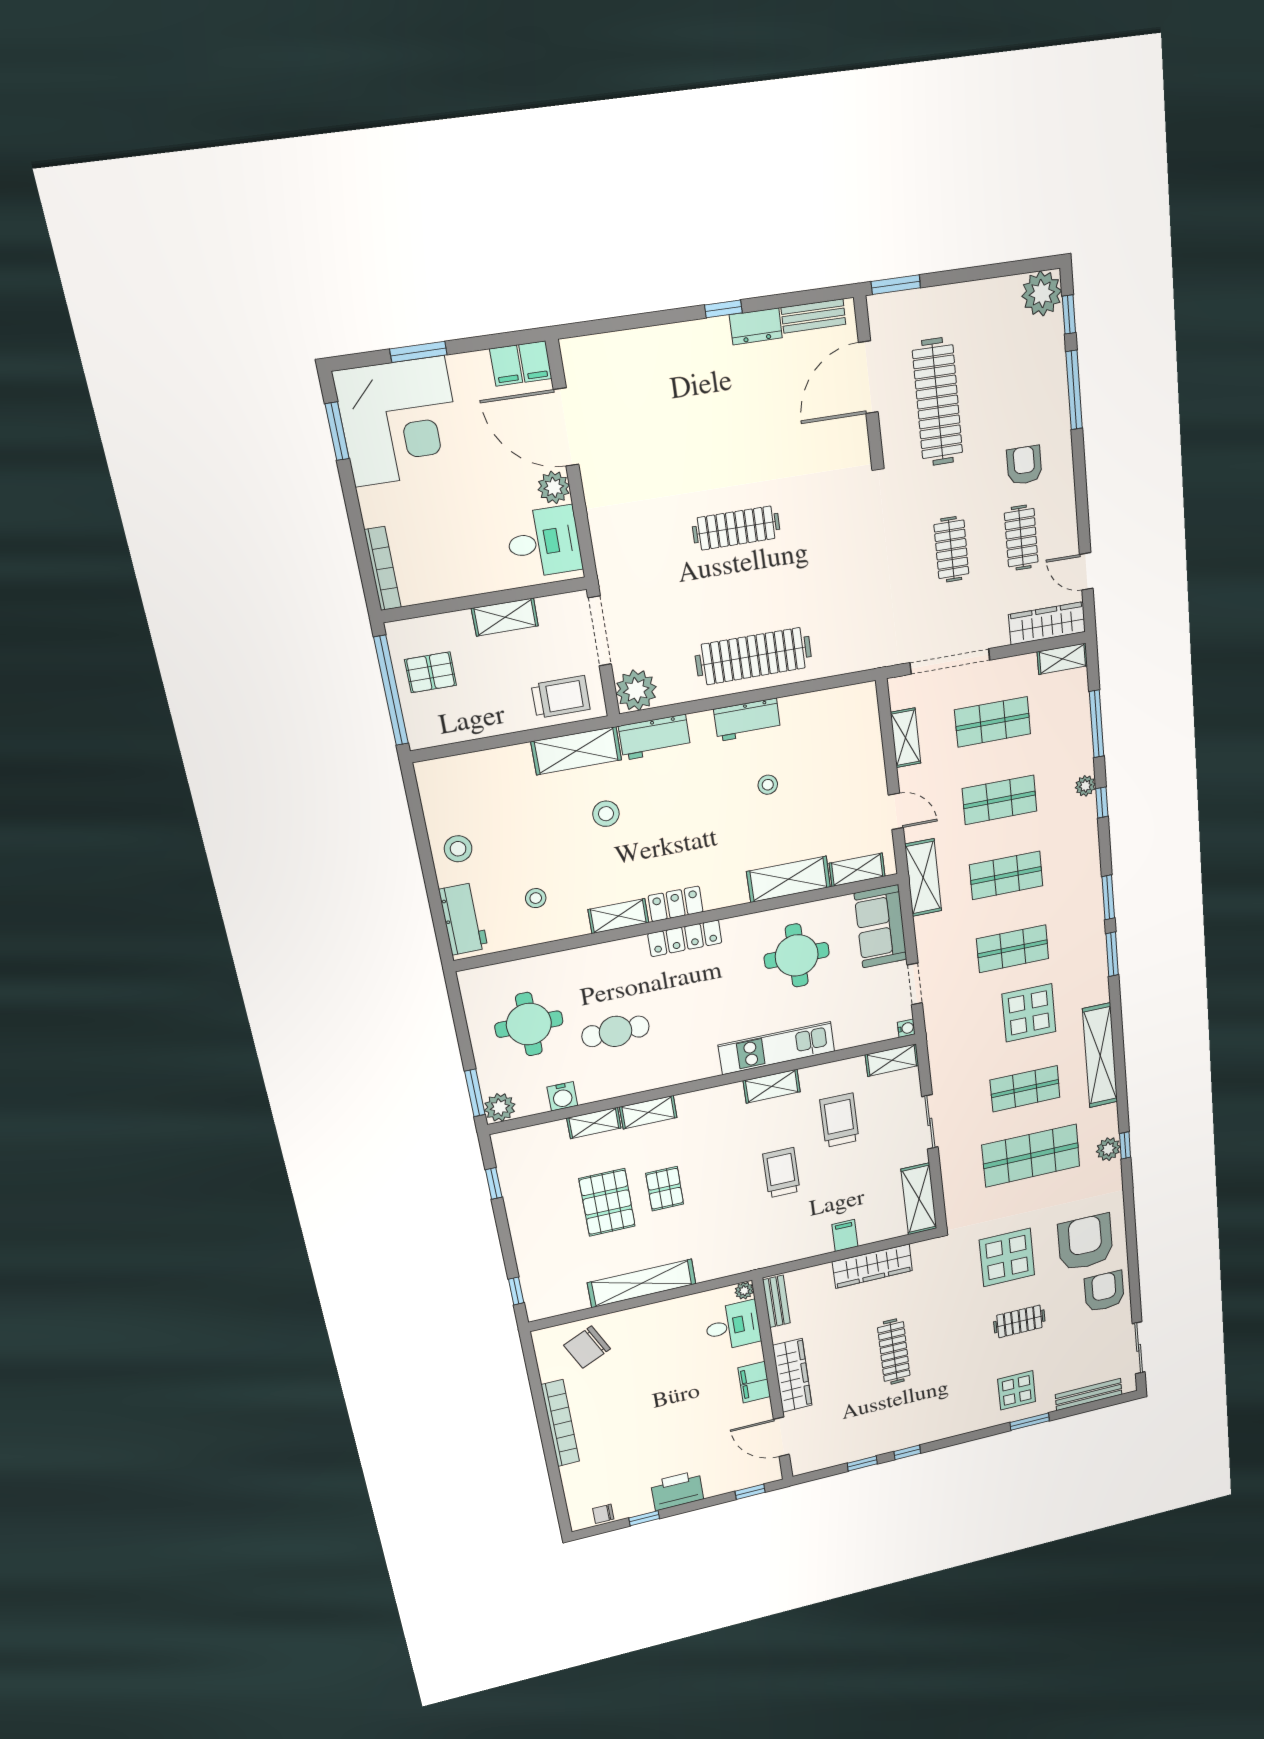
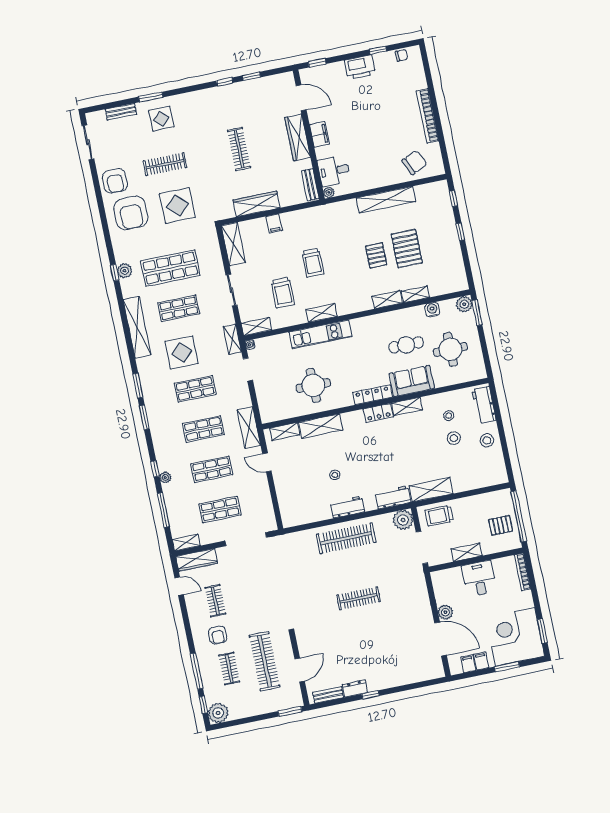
filing cabinet: (535, 362) -> (481, 661), moved
door: (868, 377) -> (300, 670), width x0.73
desk: (544, 542) -> (479, 579), moved, turned 90
clothes rail: (951, 549) -> (229, 668), moved
shelving: (906, 738) -> (232, 339), moved
stool: (606, 814) -> (454, 438), moved
sofa: (881, 926) -> (412, 381), moved, turned -90
window: (494, 1183) -> (460, 232), moved
clothes rail: (1019, 1321) -> (165, 164), width x1.36
bench: (1089, 1394) -> (121, 112), width x0.73

